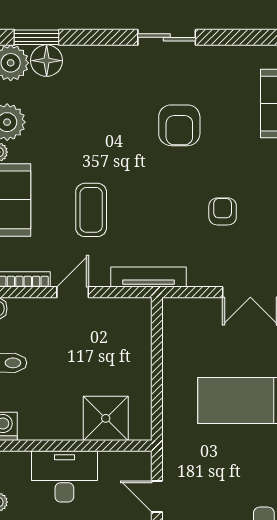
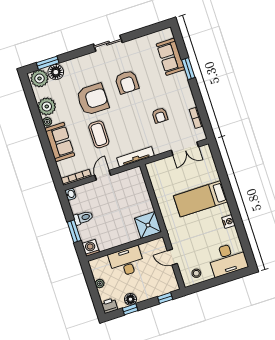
armchair: (101, 137) -> (93, 99), added
armchair: (223, 211) -> (160, 115), turned 180
shower: (106, 418) -> (148, 225), moved

